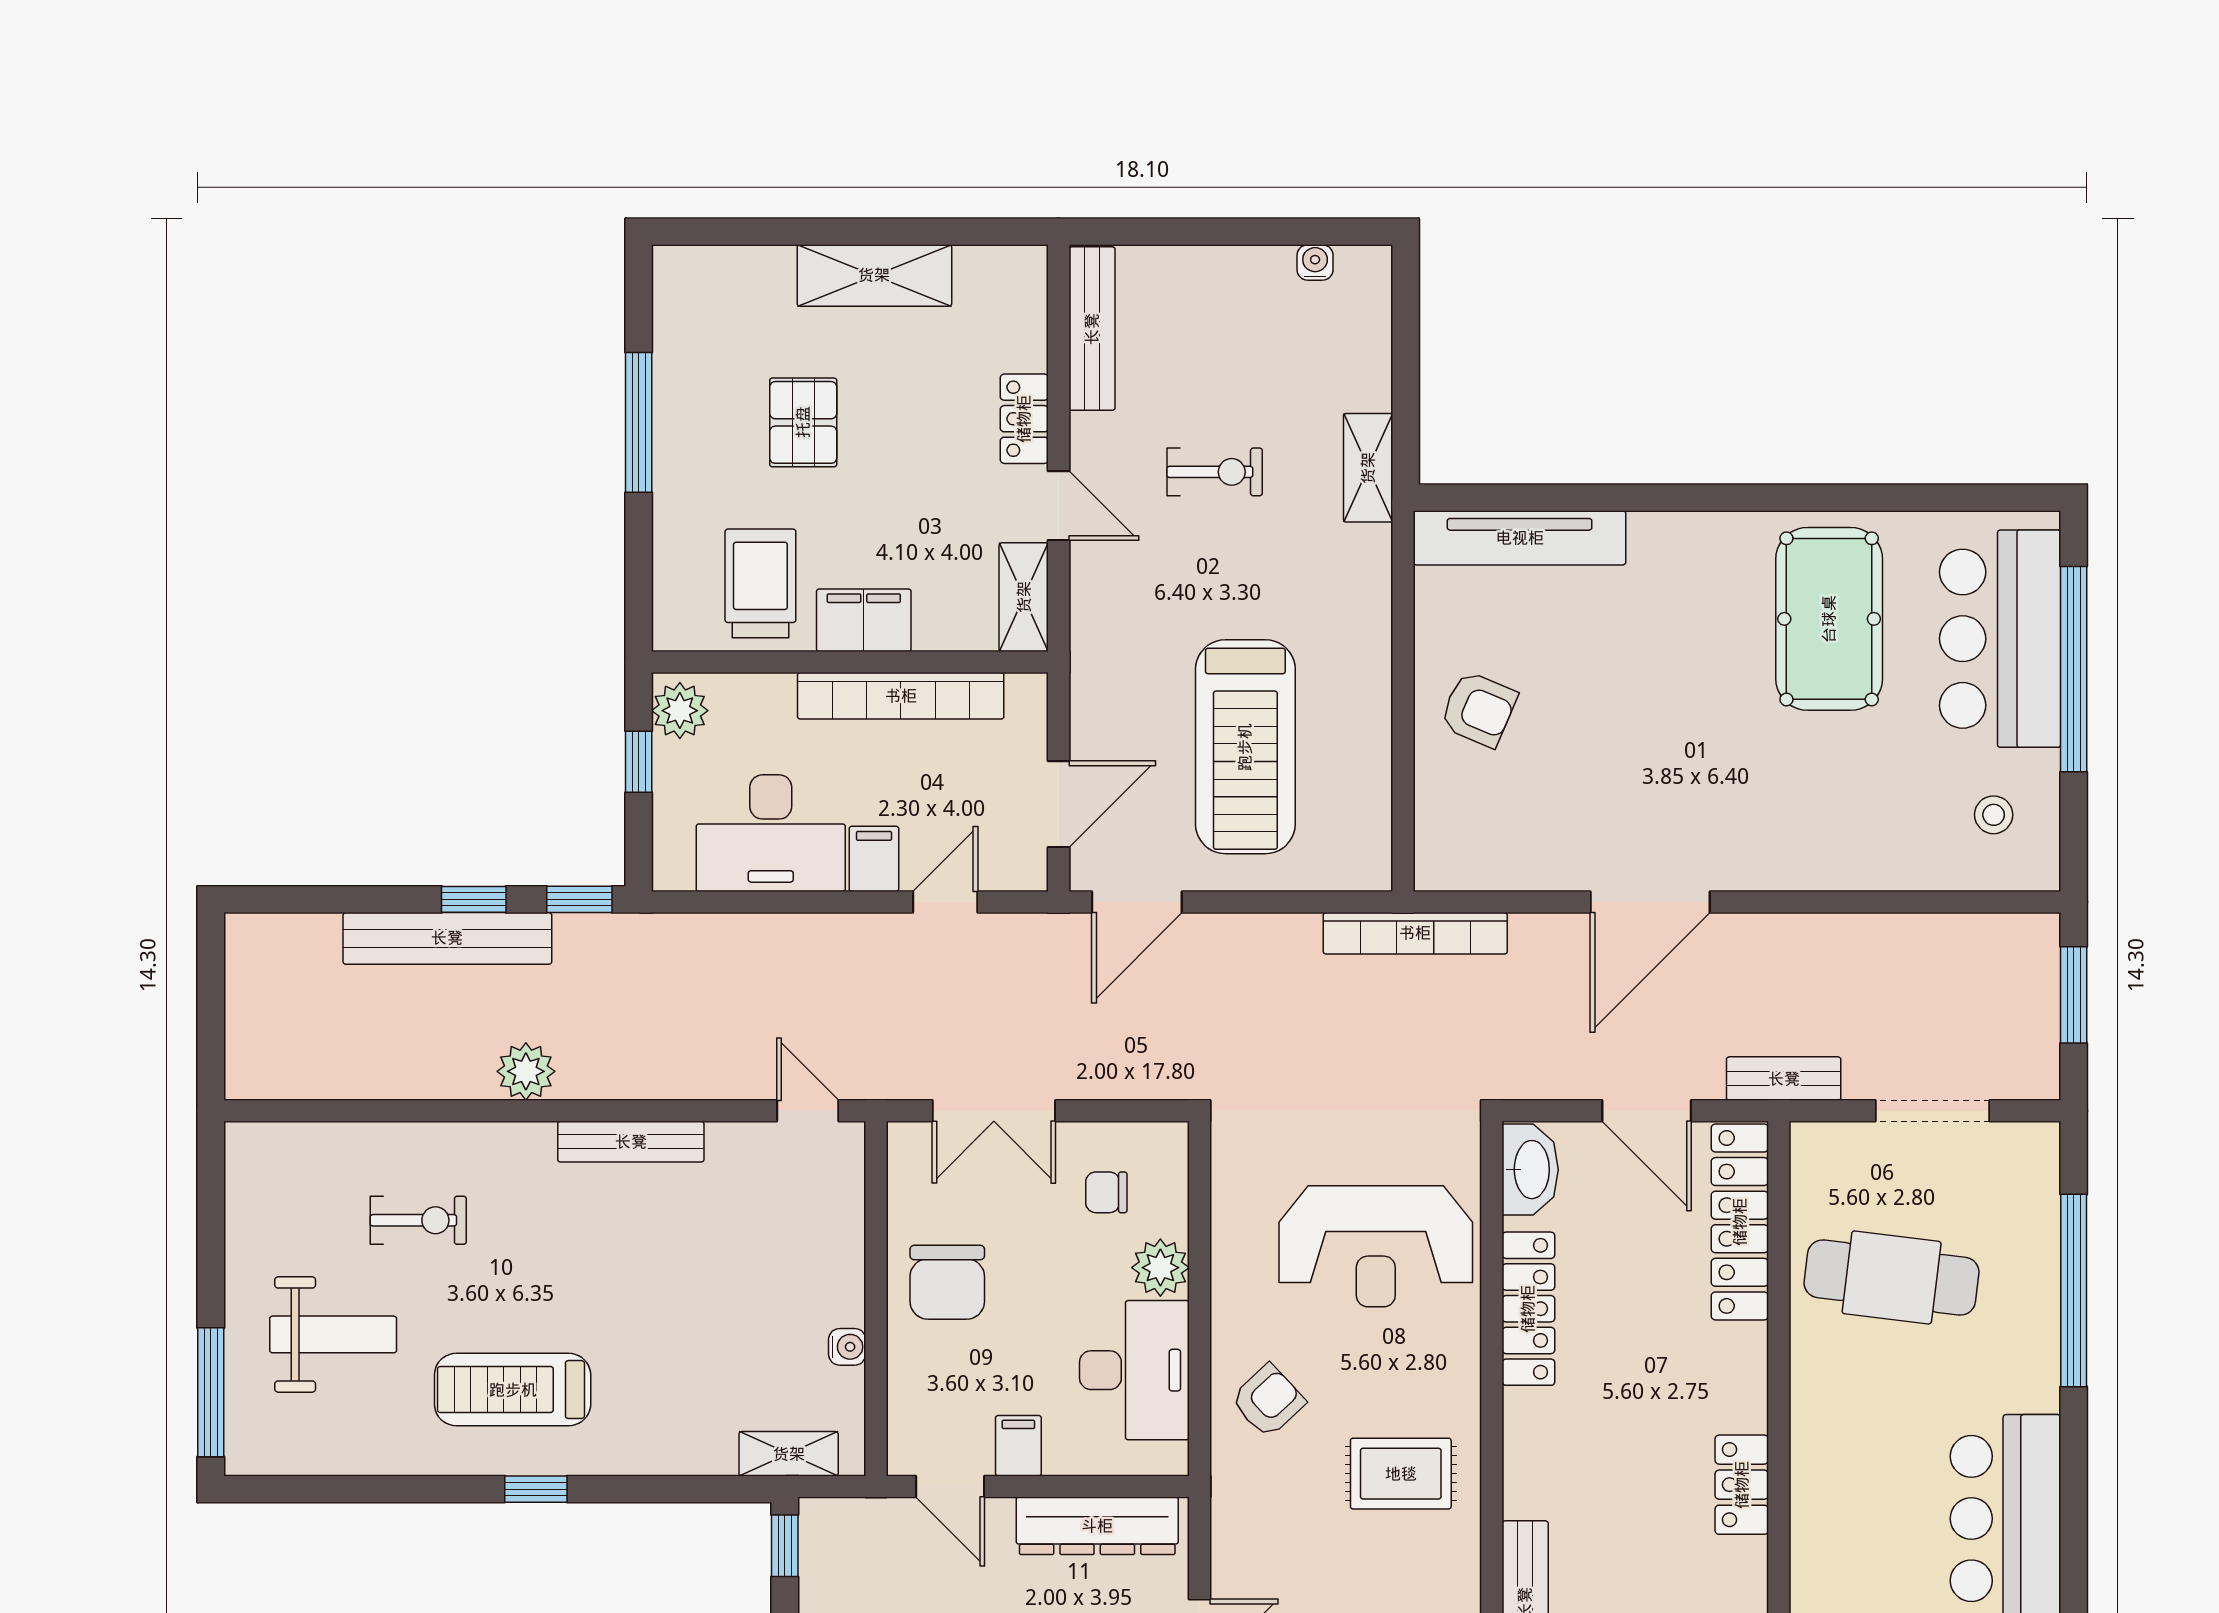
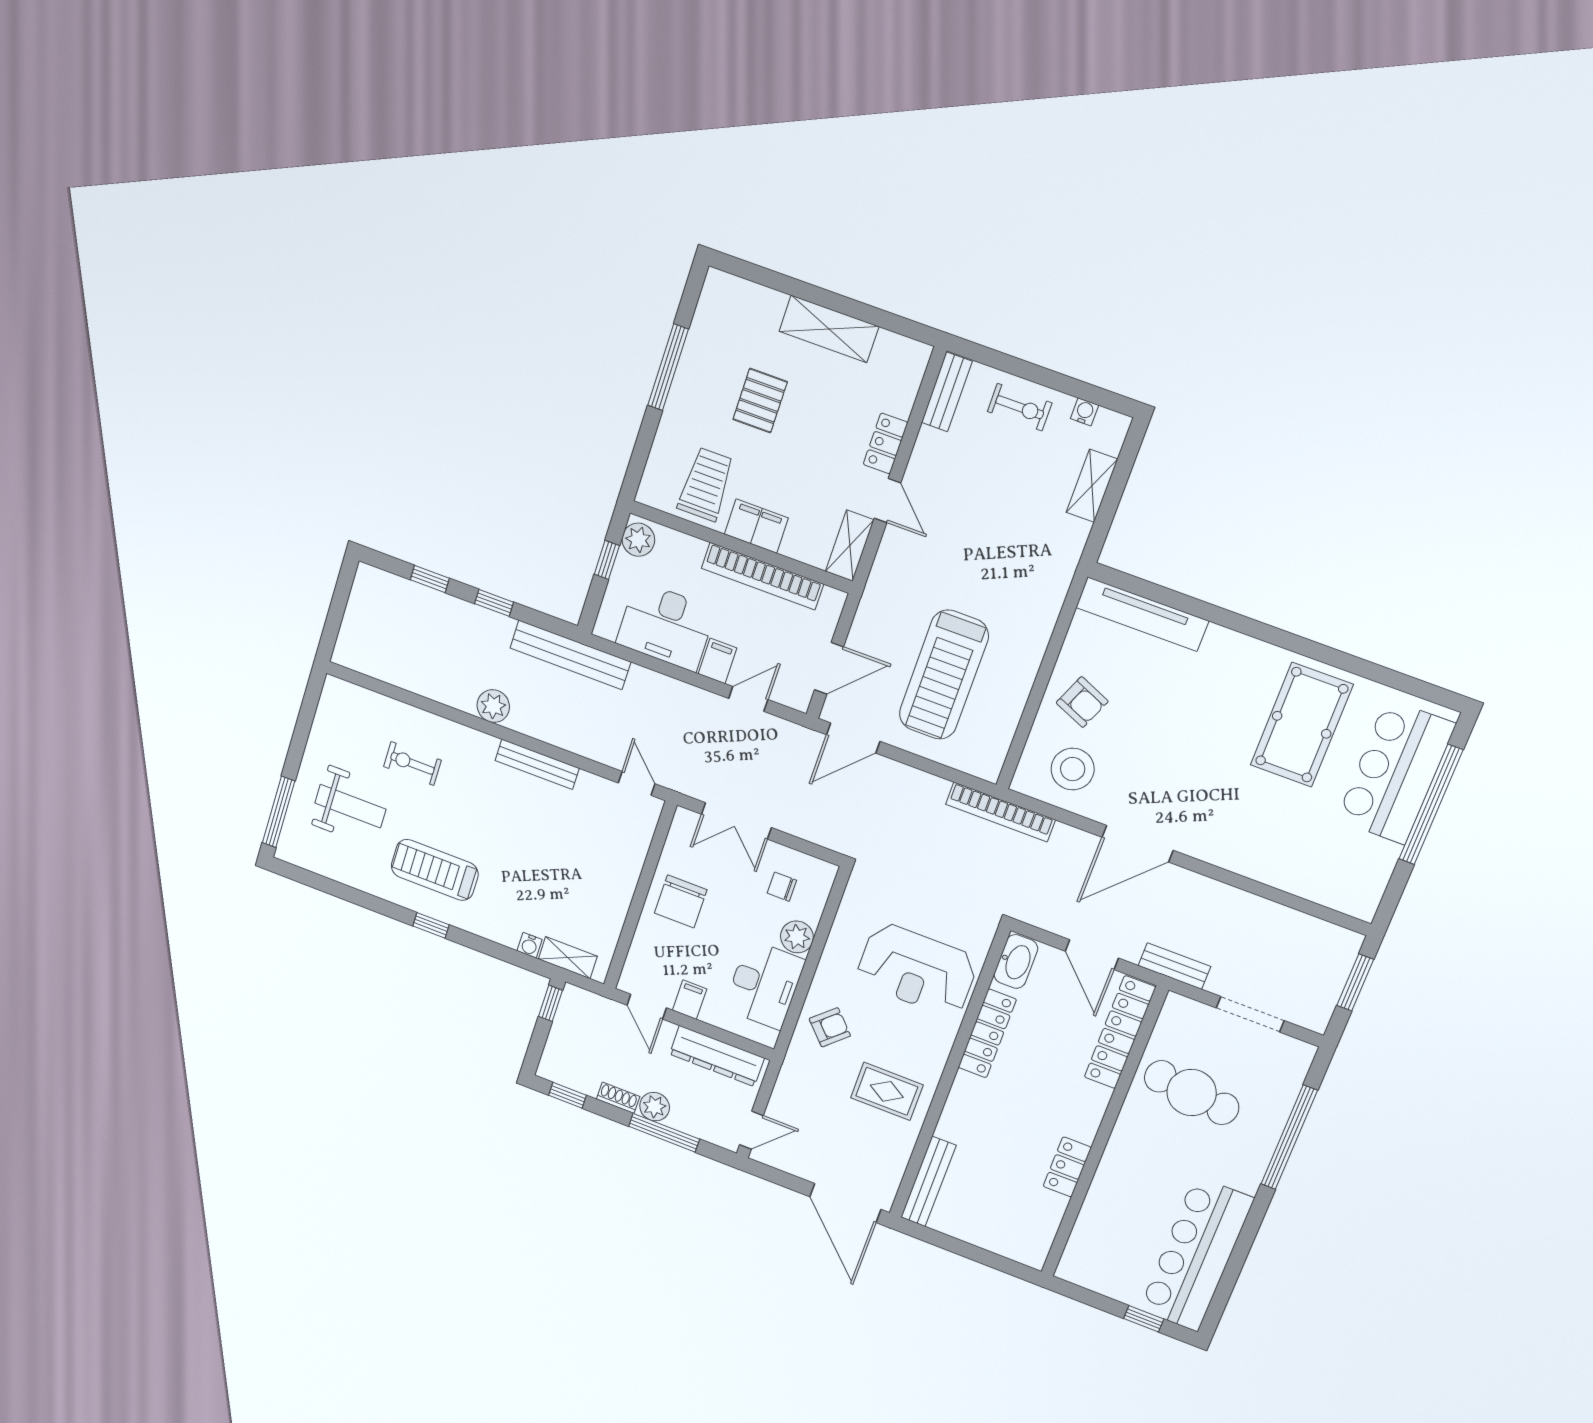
bench: (1092, 329) -> (947, 392), width x0.73
shelving: (1368, 468) -> (1092, 486), moved
exercise bike: (1215, 472) -> (1020, 407), moved
stool: (1994, 815) -> (1073, 769), moved, width x1.89, depth x1.89
window: (579, 899) -> (430, 579), moved
bench: (447, 938) -> (570, 655), moved
exercise bike: (418, 1220) -> (412, 763), turned 180
water cooler: (847, 1347) -> (530, 945), moved, turned 90

